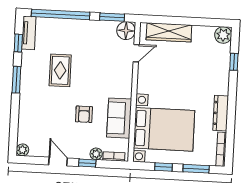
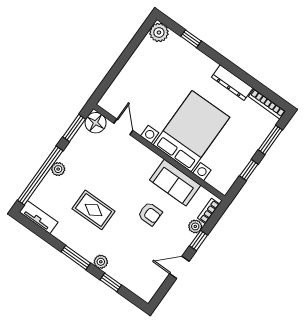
plant: (74, 25) -> (58, 169), added
wardrobe: (169, 32) -> (123, 83), removed
window: (18, 43) -> (111, 282), moved
bed with nightstands: (164, 129) -> (191, 131), moved
plant: (22, 150) -> (101, 262), moved

